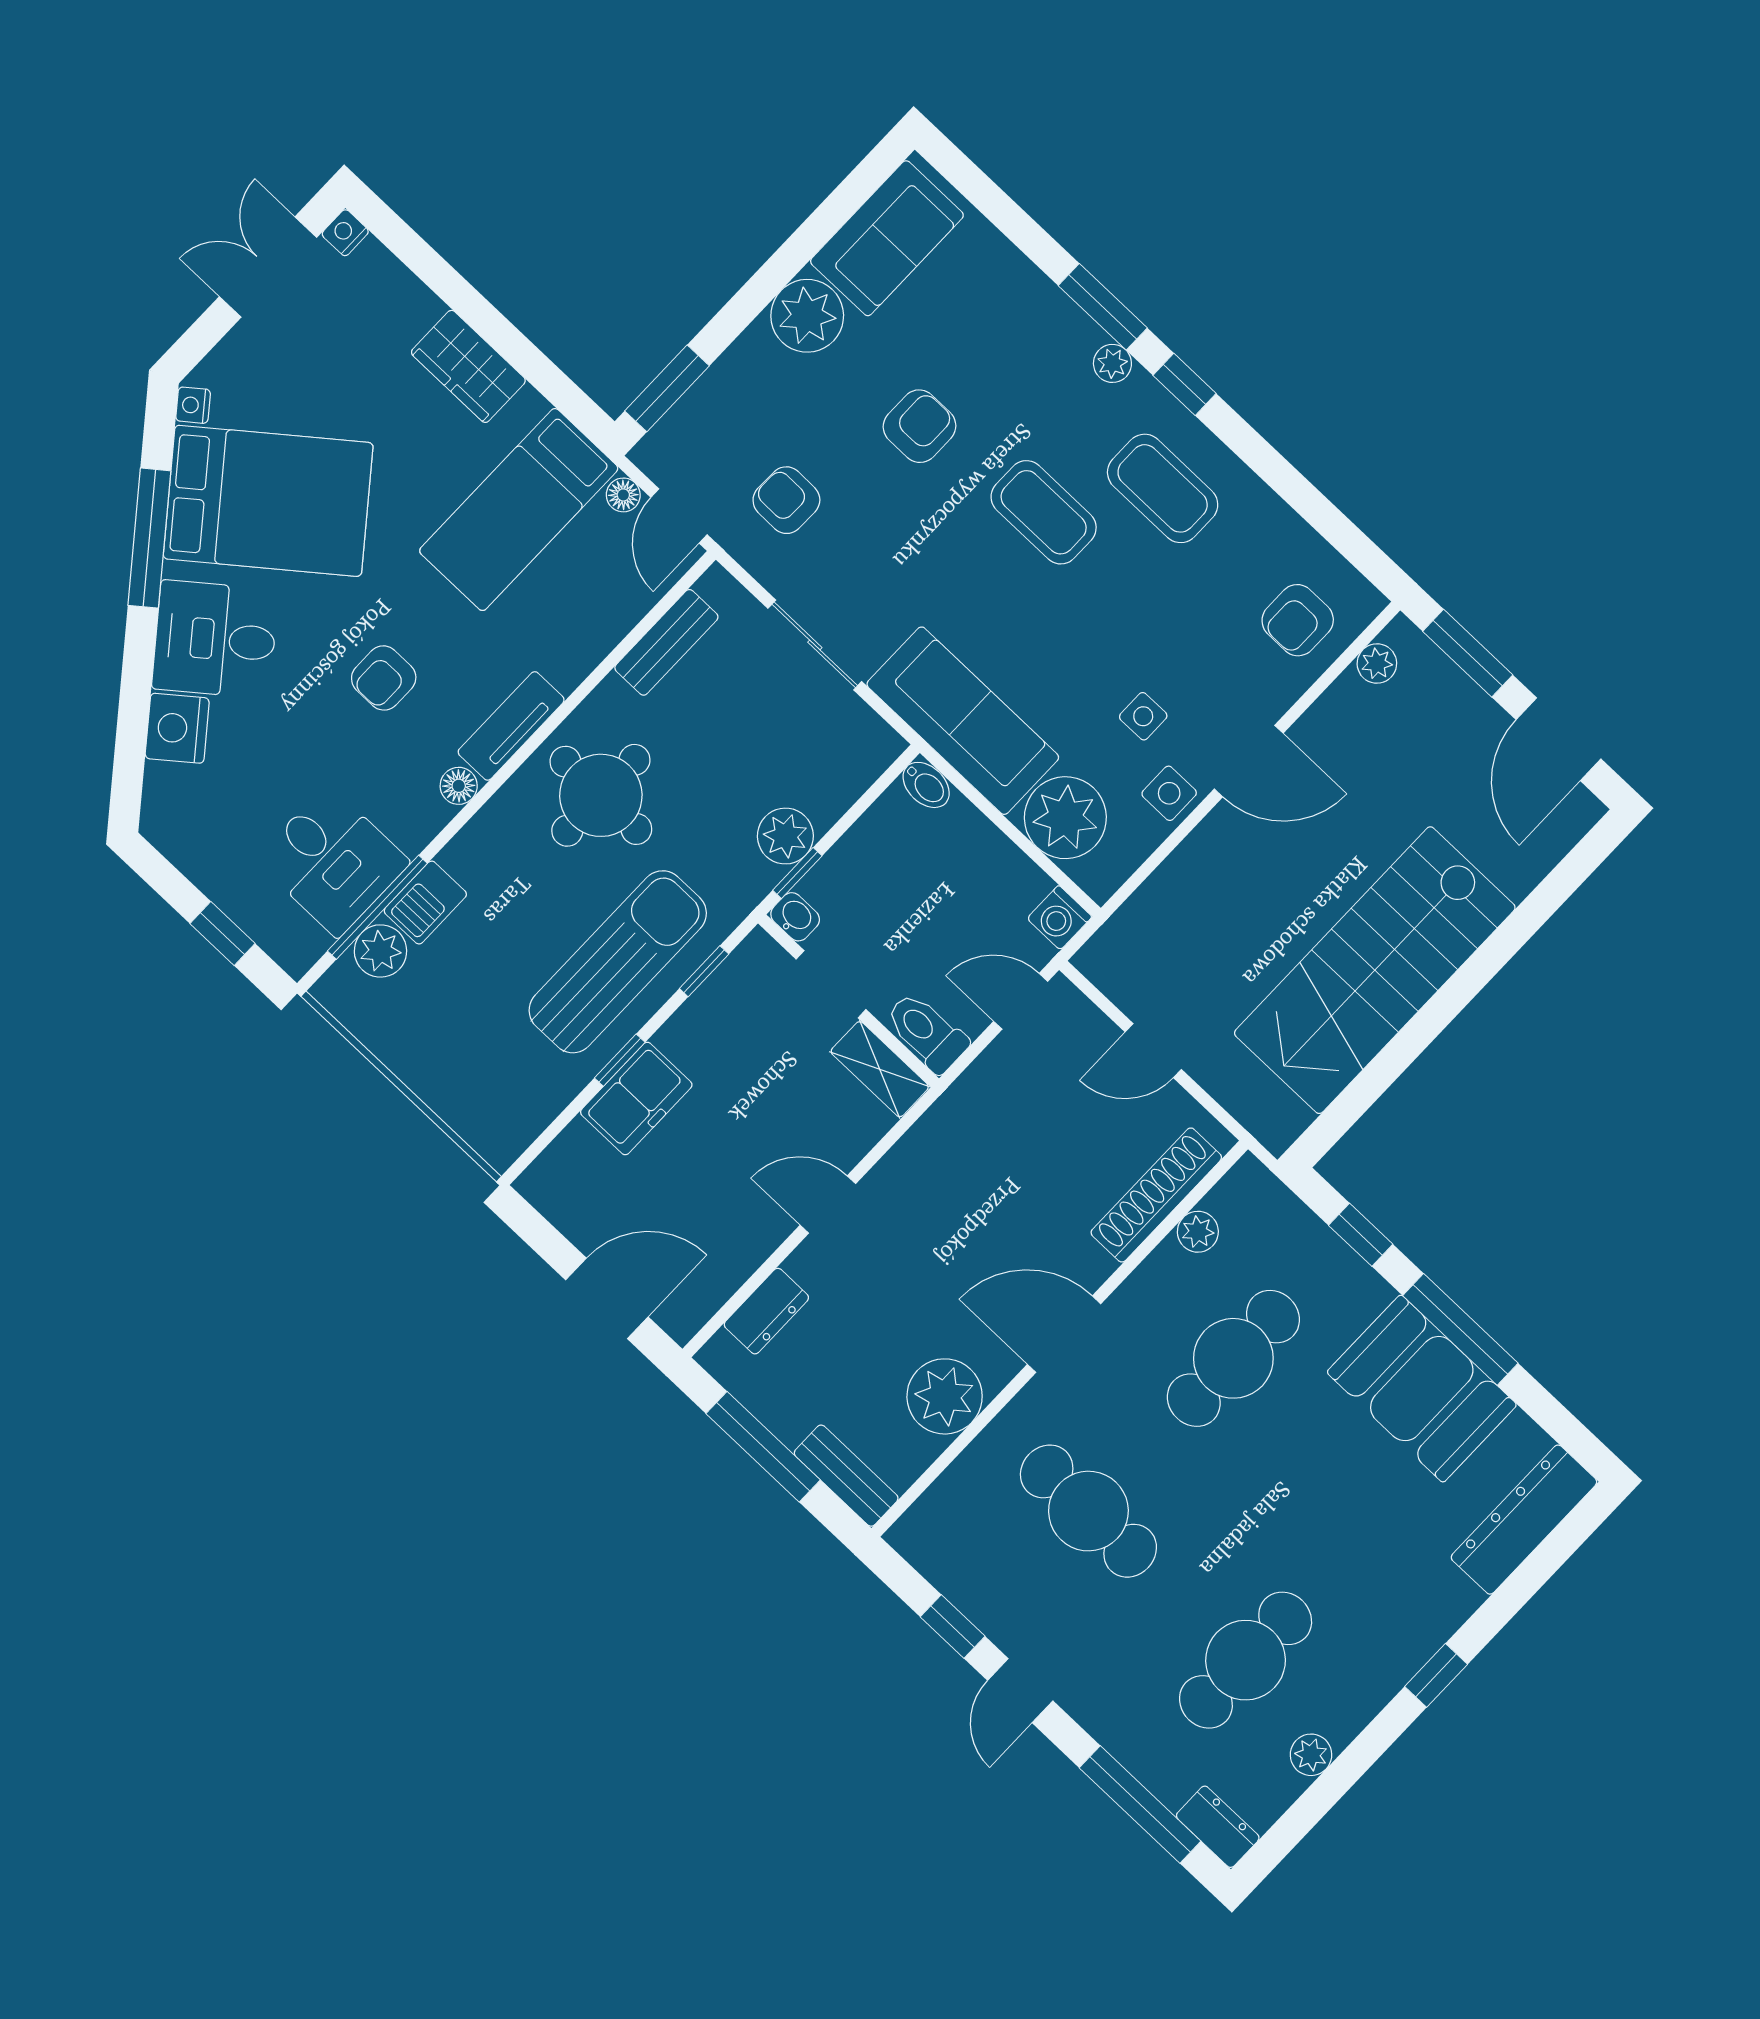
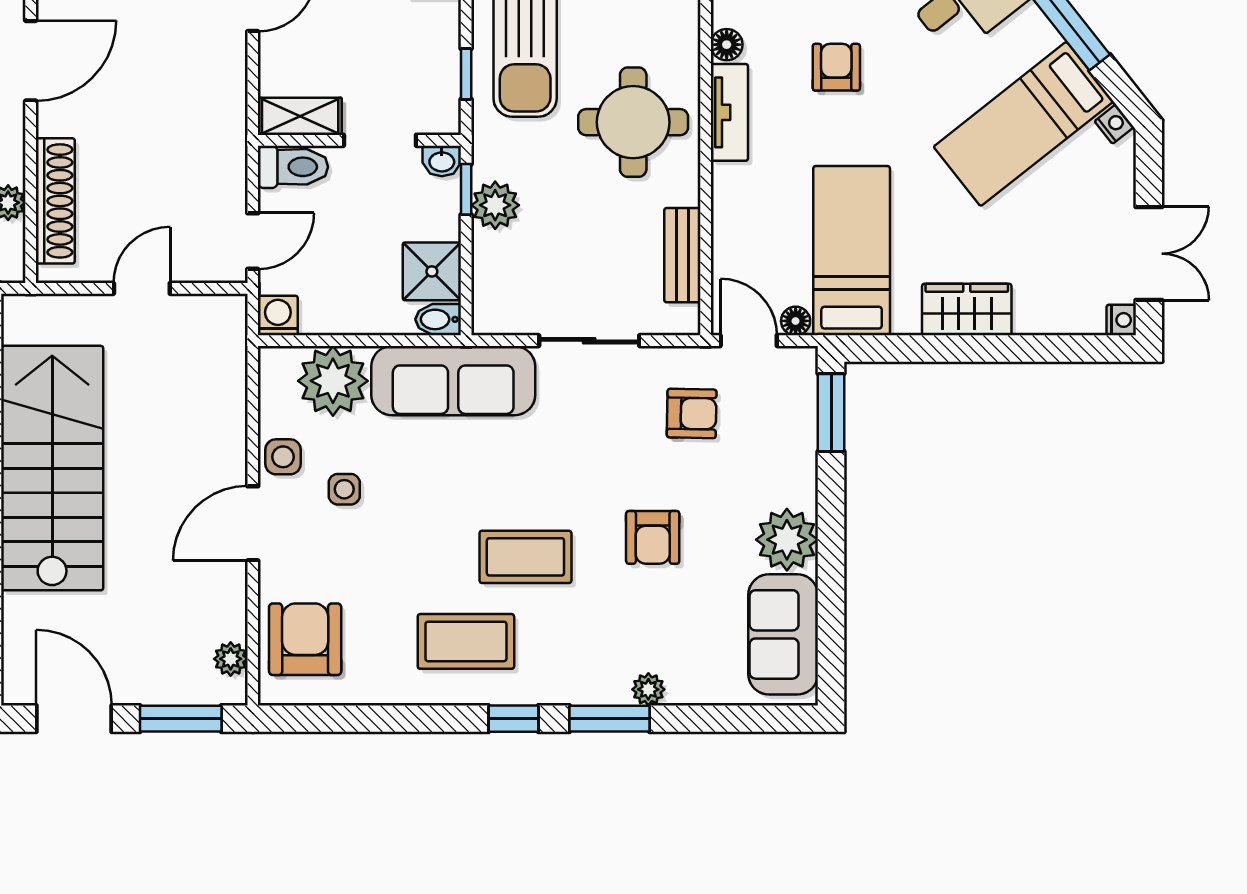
plant: (1112, 363) -> (648, 689), moved
bed: (268, 501) -> (1024, 124), width x0.67
armchair: (1298, 620) -> (305, 639), width x1.38, depth x1.38
shower: (893, 831) -> (432, 271), added

